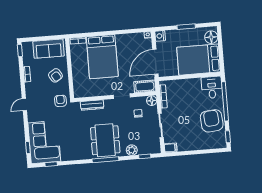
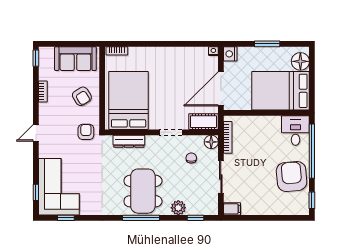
bed: (102, 57) -> (129, 100), moved, turned 180

